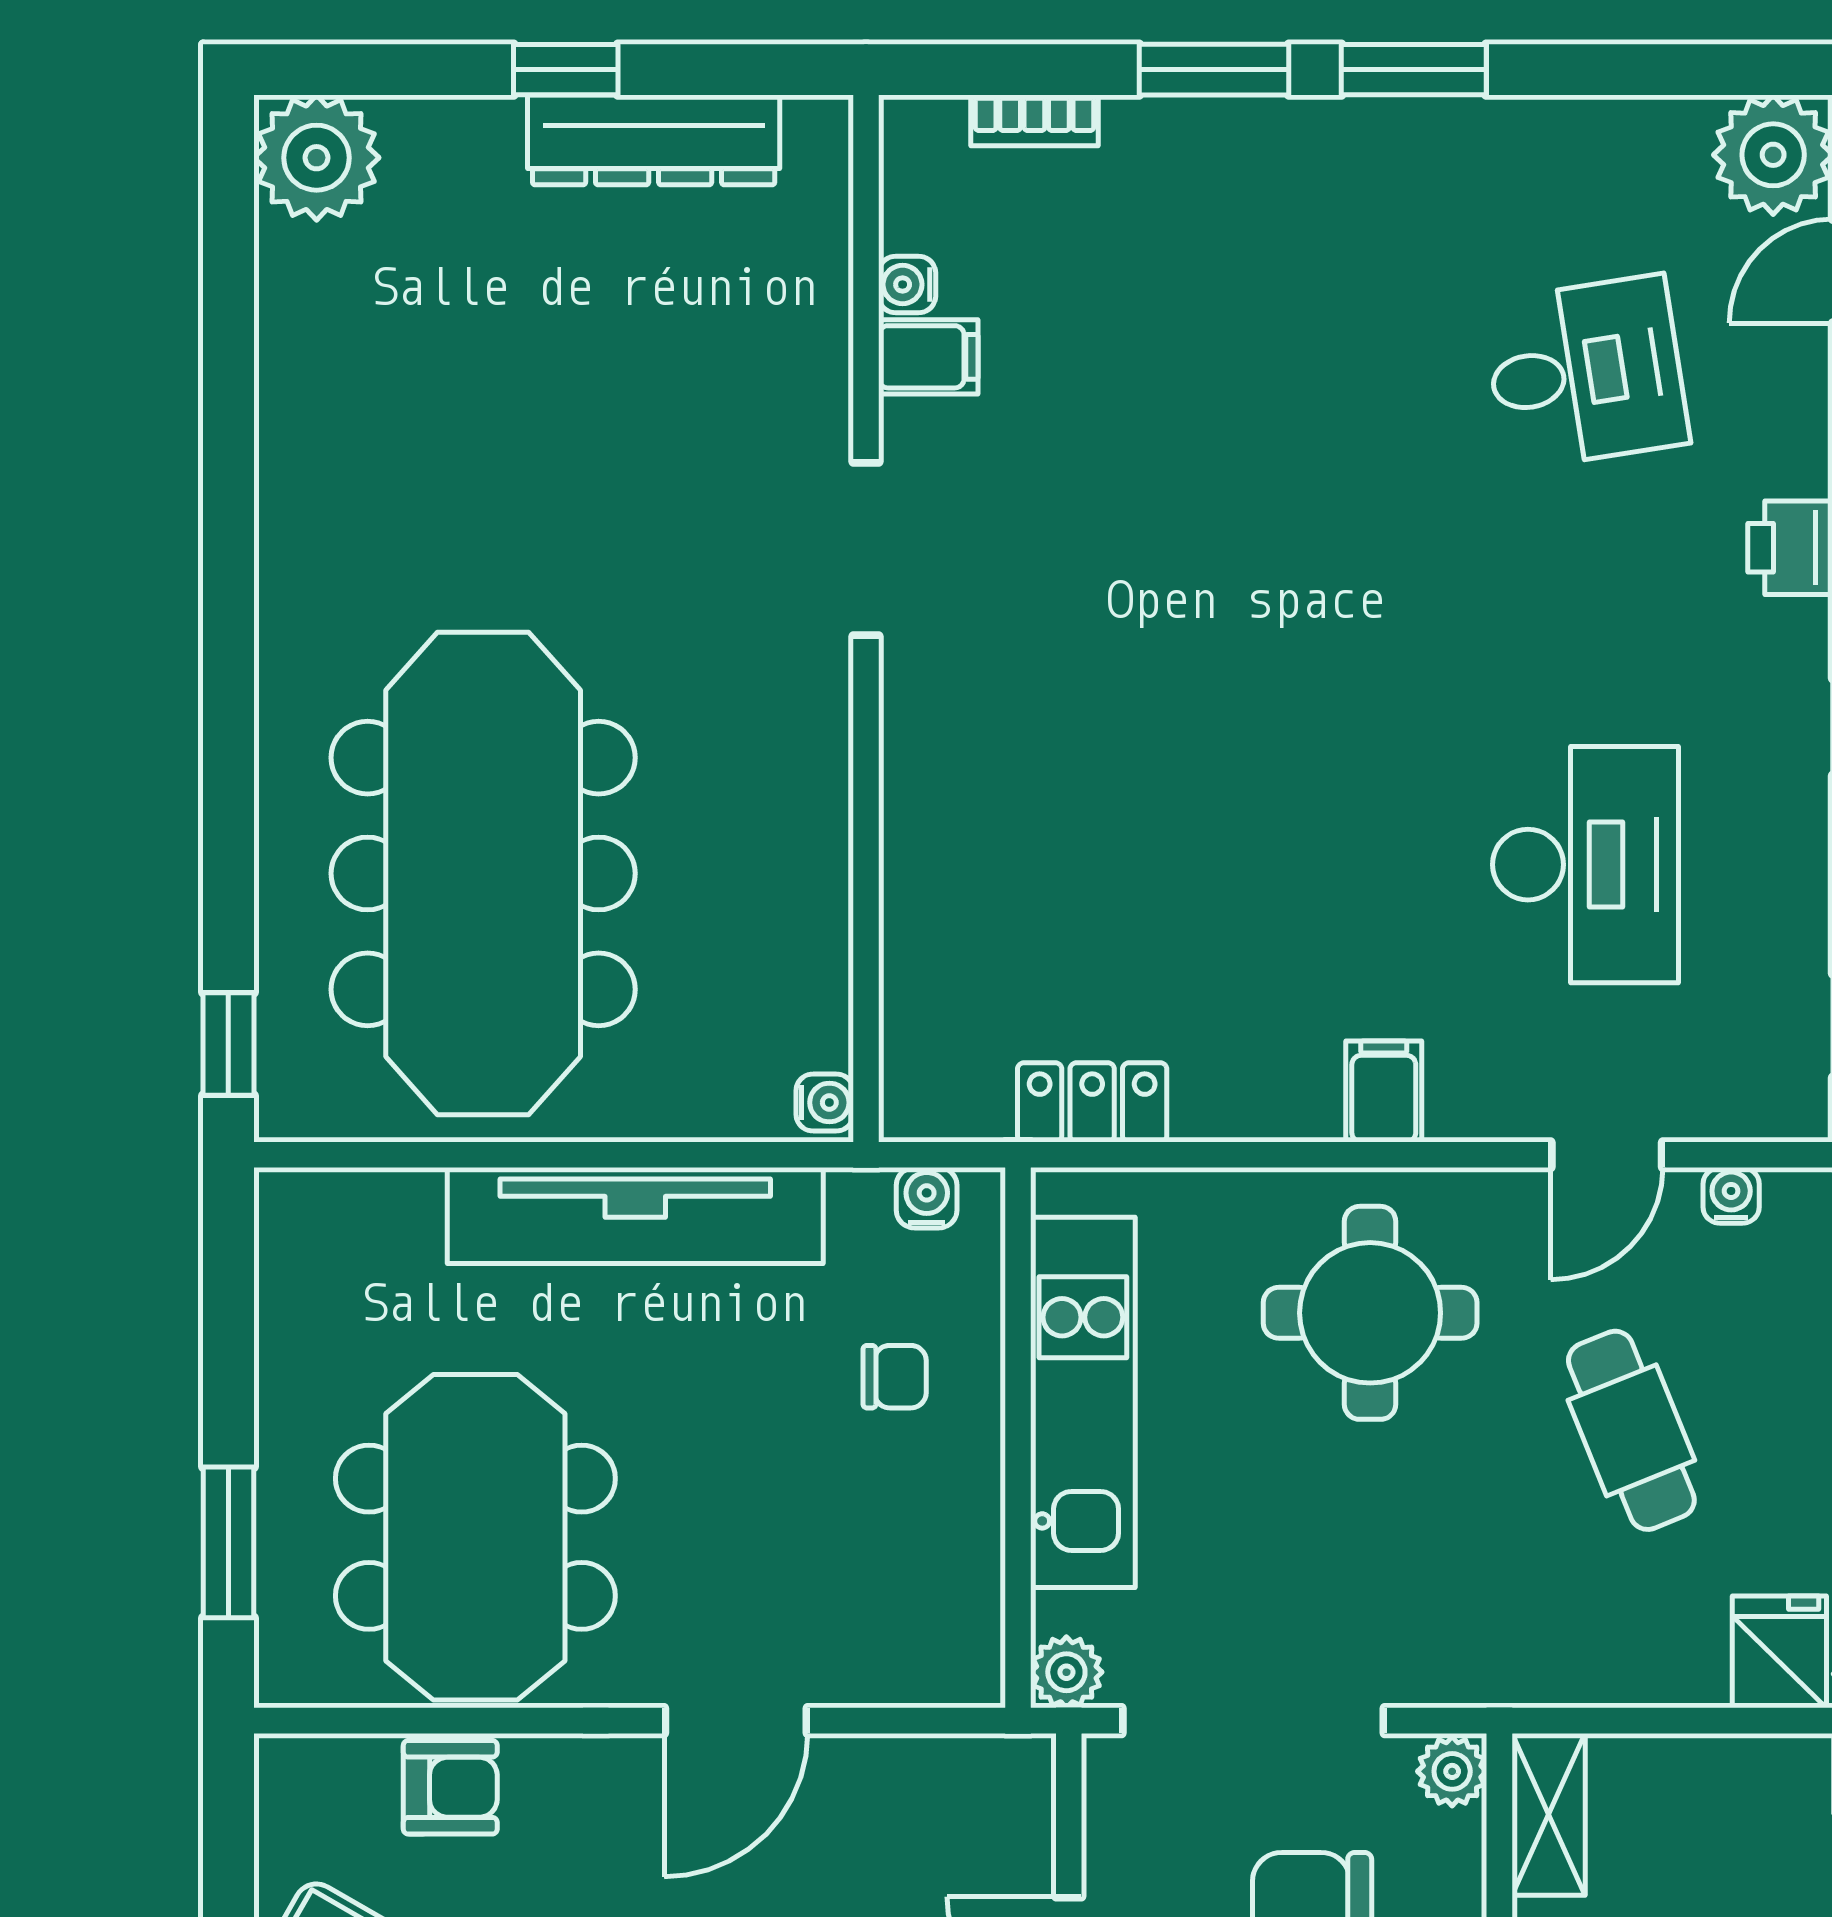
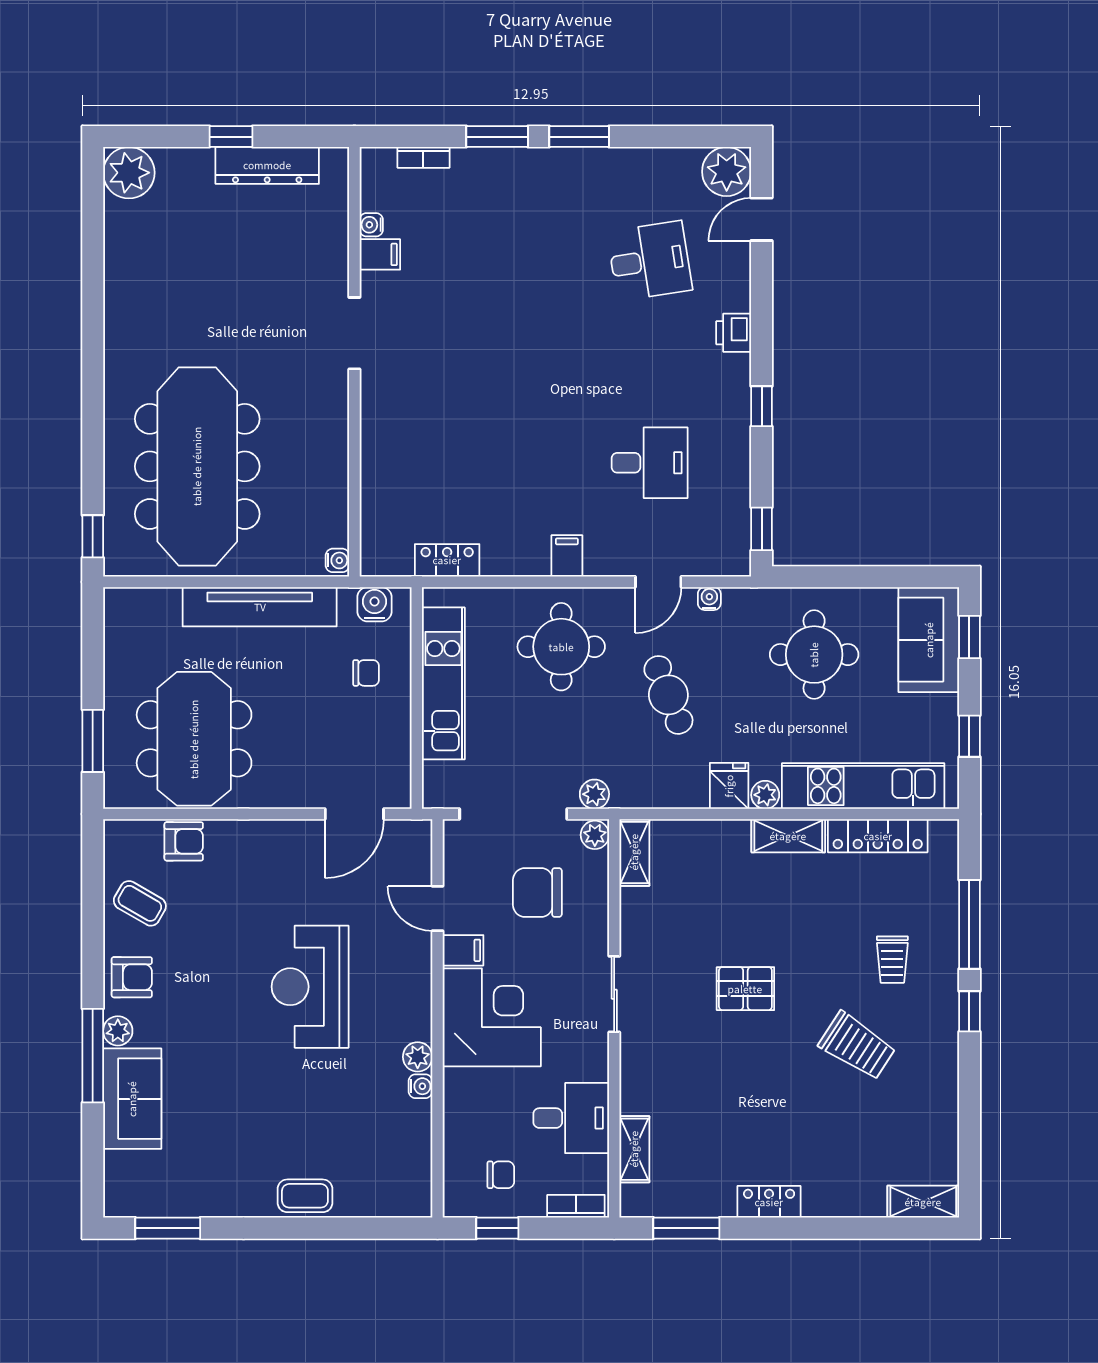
desk: (1586, 865) -> (650, 463), width x0.73
water cooler: (927, 1198) -> (374, 604), width x1.38, depth x1.38
plant: (1066, 1672) -> (594, 794), moved
door: (736, 1721) -> (354, 814), moved

